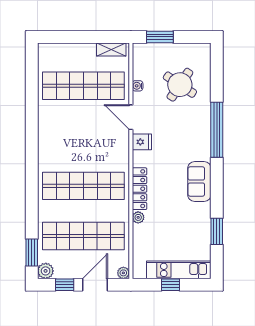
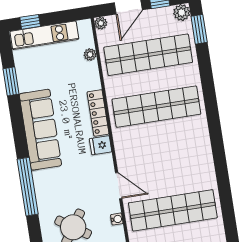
fridge: (142, 142) -> (101, 145), moved
sofa: (199, 182) -> (40, 130), width x1.85, depth x1.27
plant: (138, 217) -> (90, 55), moved
window: (170, 285) -> (30, 22), moved

